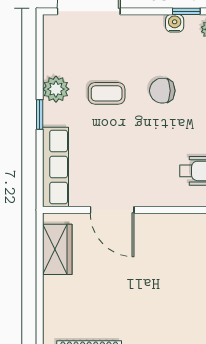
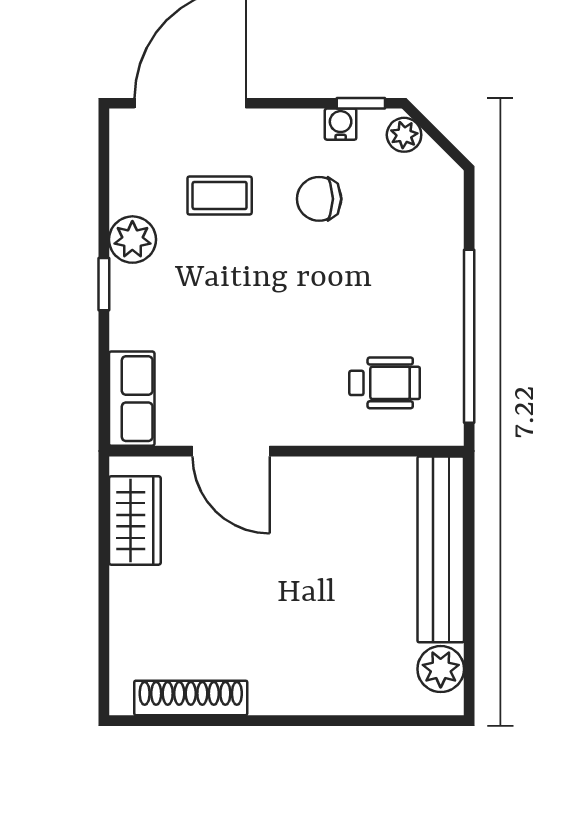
chair: (162, 91) -> (319, 199), moved
coffee table: (107, 93) -> (220, 196), moved
row of seats: (55, 167) -> (132, 399), width x0.68

